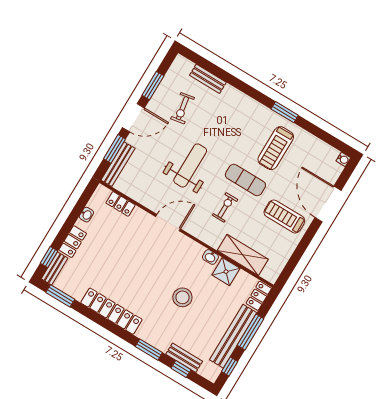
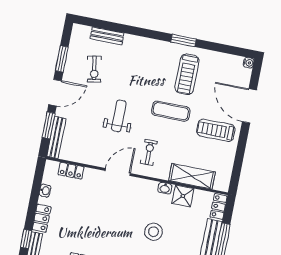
weight bench: (190, 166) -> (119, 116), width x0.73, depth x0.75
exercise bike: (225, 207) -> (149, 152), moved

